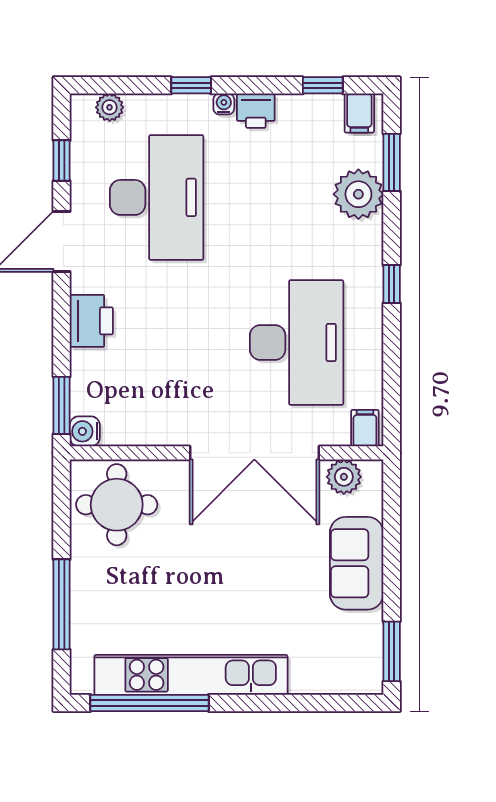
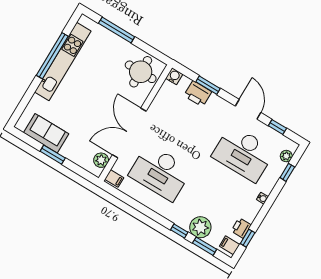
window: (191, 85) -> (287, 172), moved
printer: (256, 111) -> (241, 228), moved
window: (392, 284) -> (179, 231), moved
printer: (91, 321) -> (198, 94), moved
window: (62, 405) -> (208, 85), moved
sofa: (357, 563) -> (46, 133), moved
window: (392, 651) -> (53, 155), moved
window: (149, 703) -> (52, 56), moved

